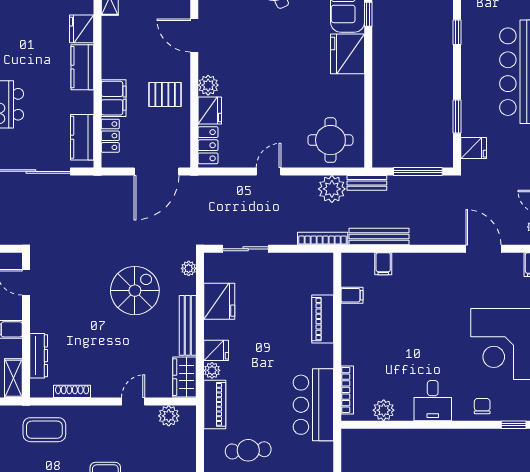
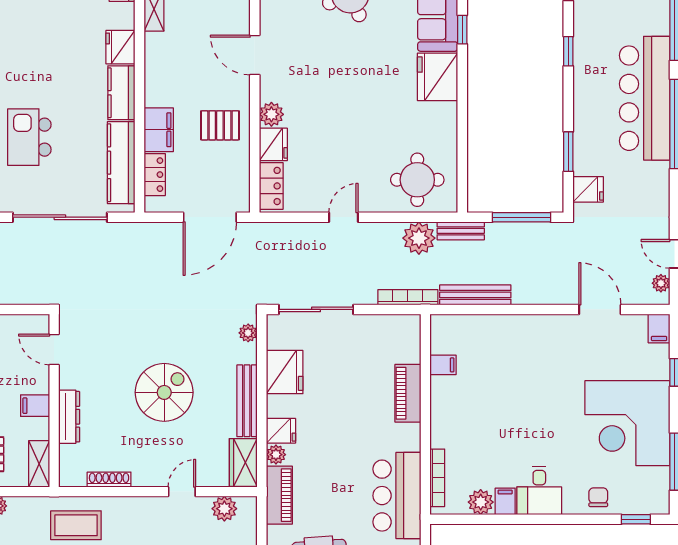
kitchen counter: (82, 137) -> (121, 163), width x1.50
sliding door: (246, 249) -> (316, 309), width x1.37
filing cabinet: (383, 264) -> (505, 501), moved, turned 180
spiral stairs: (135, 291) -> (164, 392), moved
dresser: (39, 356) -> (69, 417), moved

